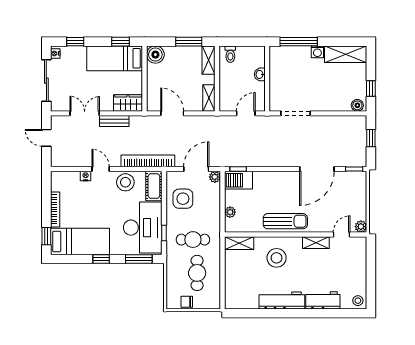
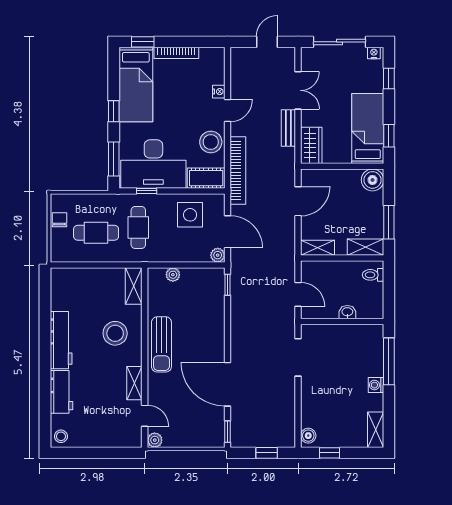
shelving: (346, 54) -> (376, 430), width x0.67, depth x0.75
barbecue: (238, 180) -> (213, 285), removed

